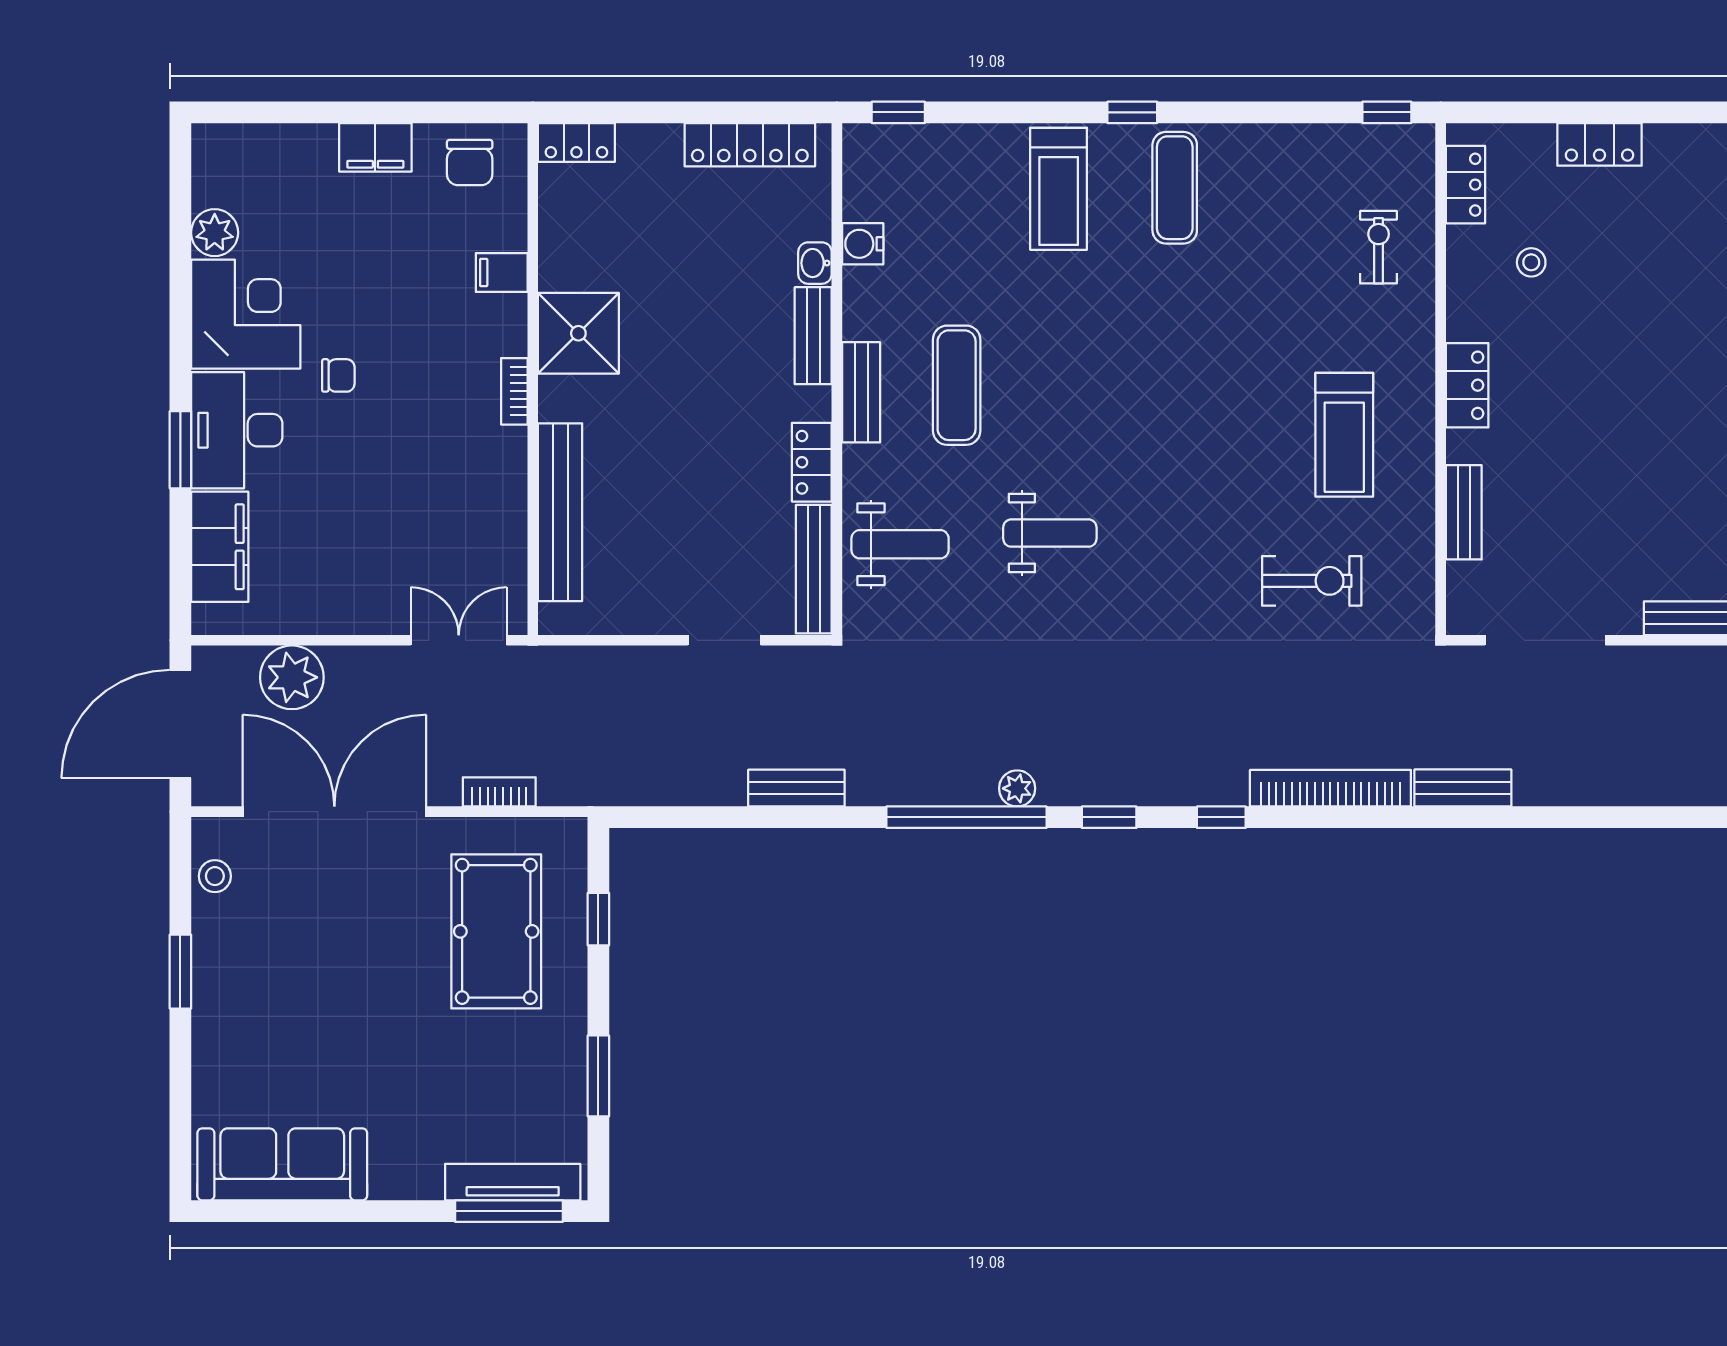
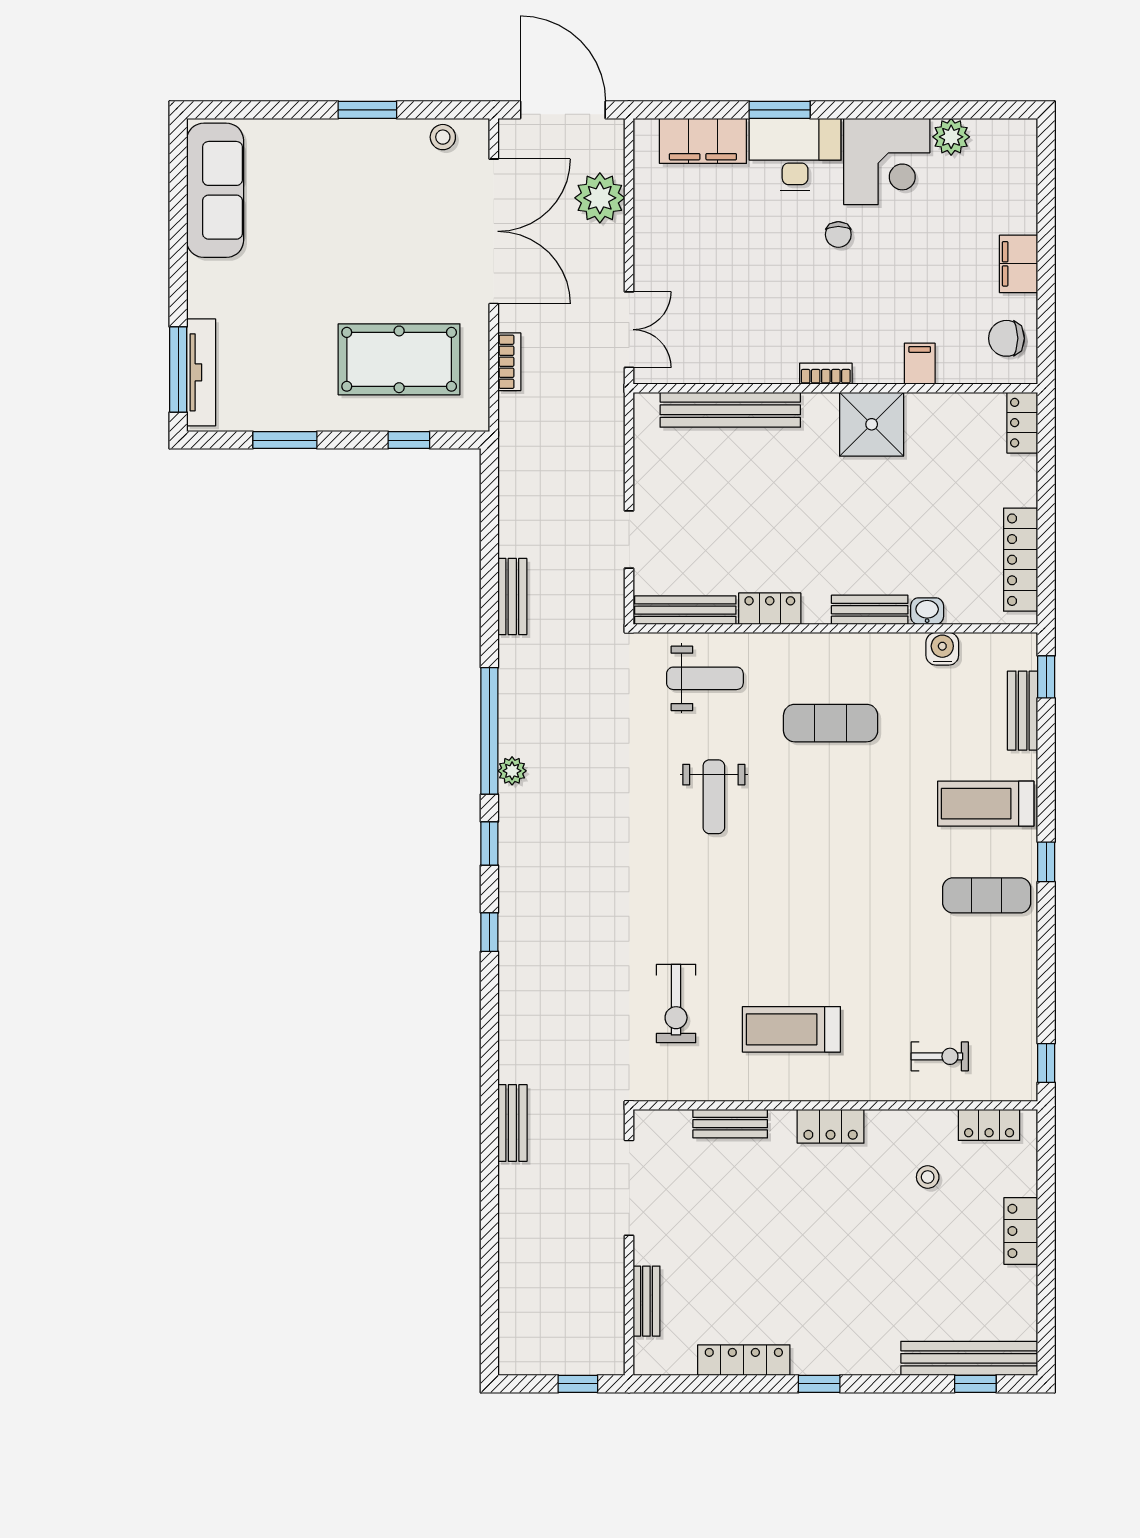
bench: (861, 392) -> (1023, 711), moved, turned 90
weight bench: (900, 544) -> (705, 678), turned -90
bookcase: (1330, 788) -> (512, 1018), removed

